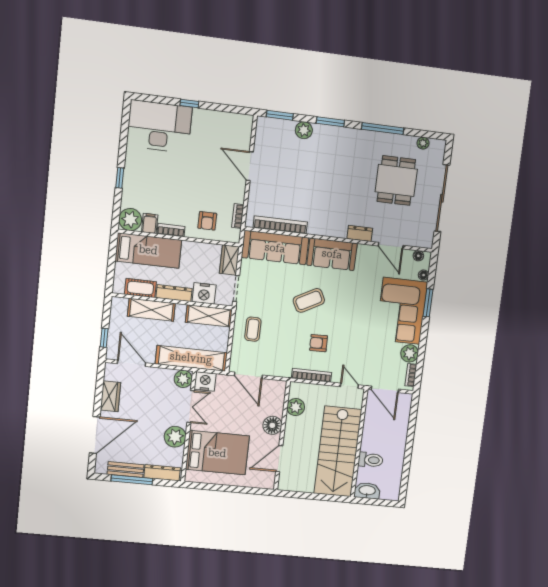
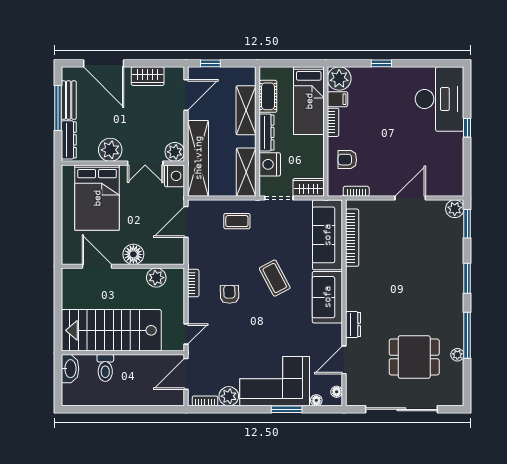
plant: (304, 130) -> (455, 209), moved
plant: (423, 143) -> (457, 355), moved
bookcase: (312, 375) -> (193, 283), width x0.64

